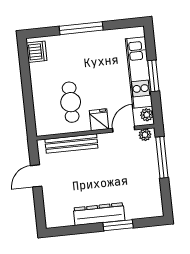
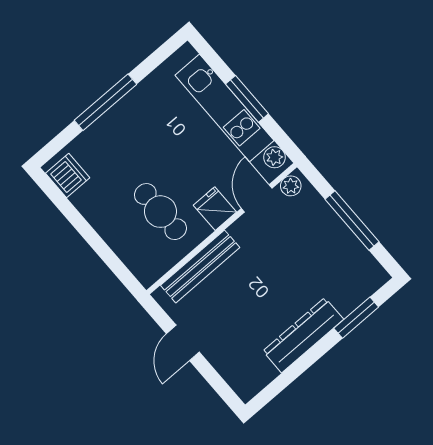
window: (162, 157) -> (352, 221), moved
window: (118, 225) -> (356, 318), moved

